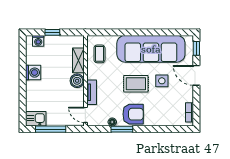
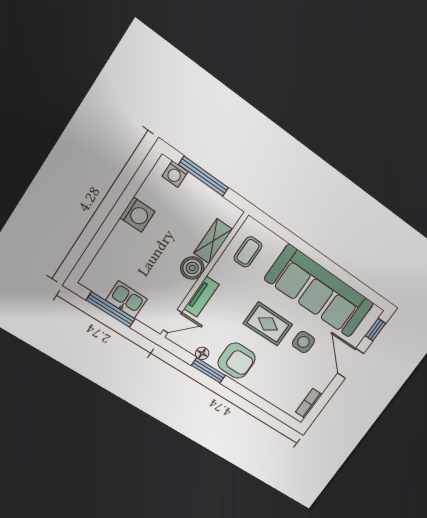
window: (52, 32) -> (204, 176), width x2.17
door: (85, 115) -> (172, 321), swing flipped
kitchen sink: (36, 119) -> (127, 300), moved

